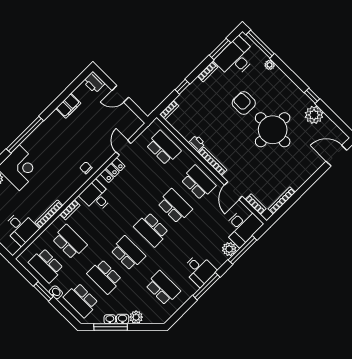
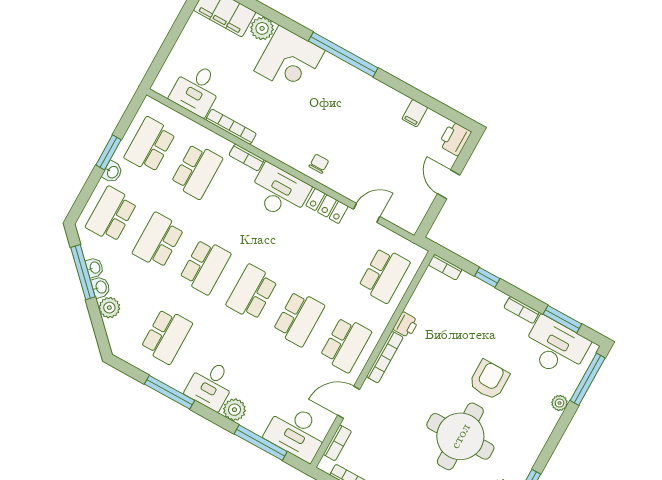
filing cabinet: (68, 106) -> (415, 113), width x0.50
desk: (96, 196) -> (279, 192), width x1.37
plant: (229, 249) -> (234, 410), moved
window: (206, 286) -> (170, 392), moved

